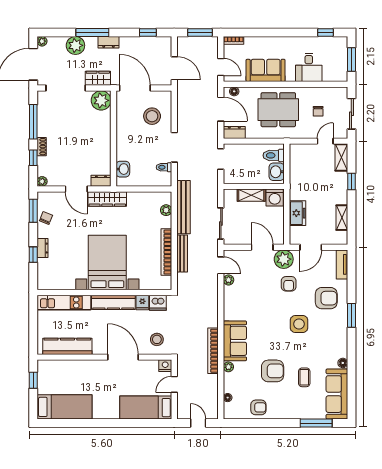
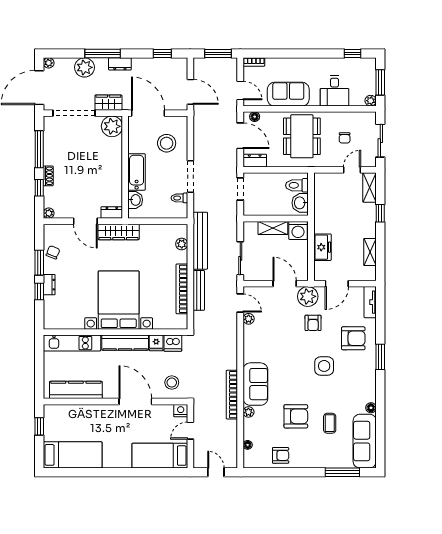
plant: (342, 76) -> (371, 101), added
dining table: (278, 110) -> (302, 136), turned 90
bathtub: (124, 143) -> (137, 172), added
window: (33, 211) -> (39, 263), moved

